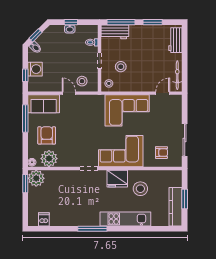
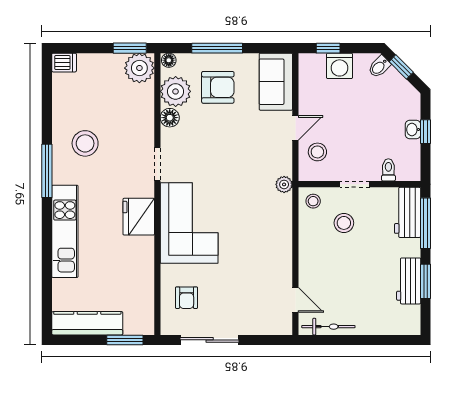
workbench: (175, 40) -> (409, 281), moved, turned -90
plant: (100, 99) -> (284, 184), added
corner sofa: (127, 110) -> (264, 235), removed
window: (25, 119) -> (217, 48), moved
floor lamp: (63, 162) -> (170, 118), added
stool: (140, 189) -> (85, 143), moved
window: (185, 199) -> (125, 340), moved
dishwasher: (44, 219) -> (64, 63), moved

